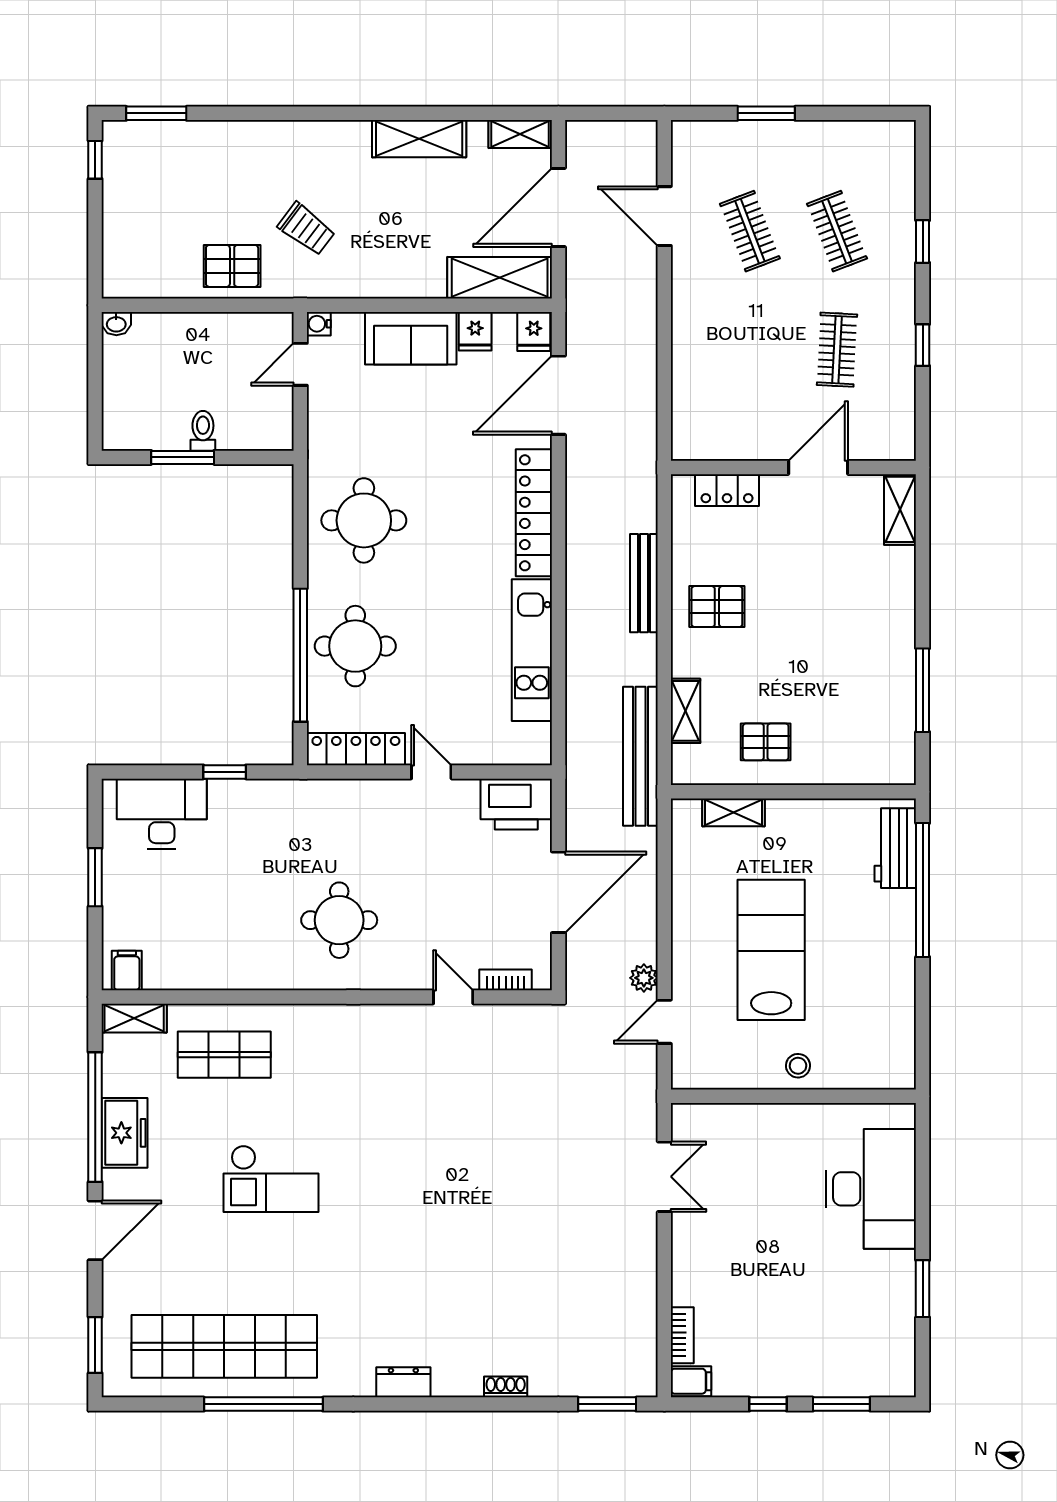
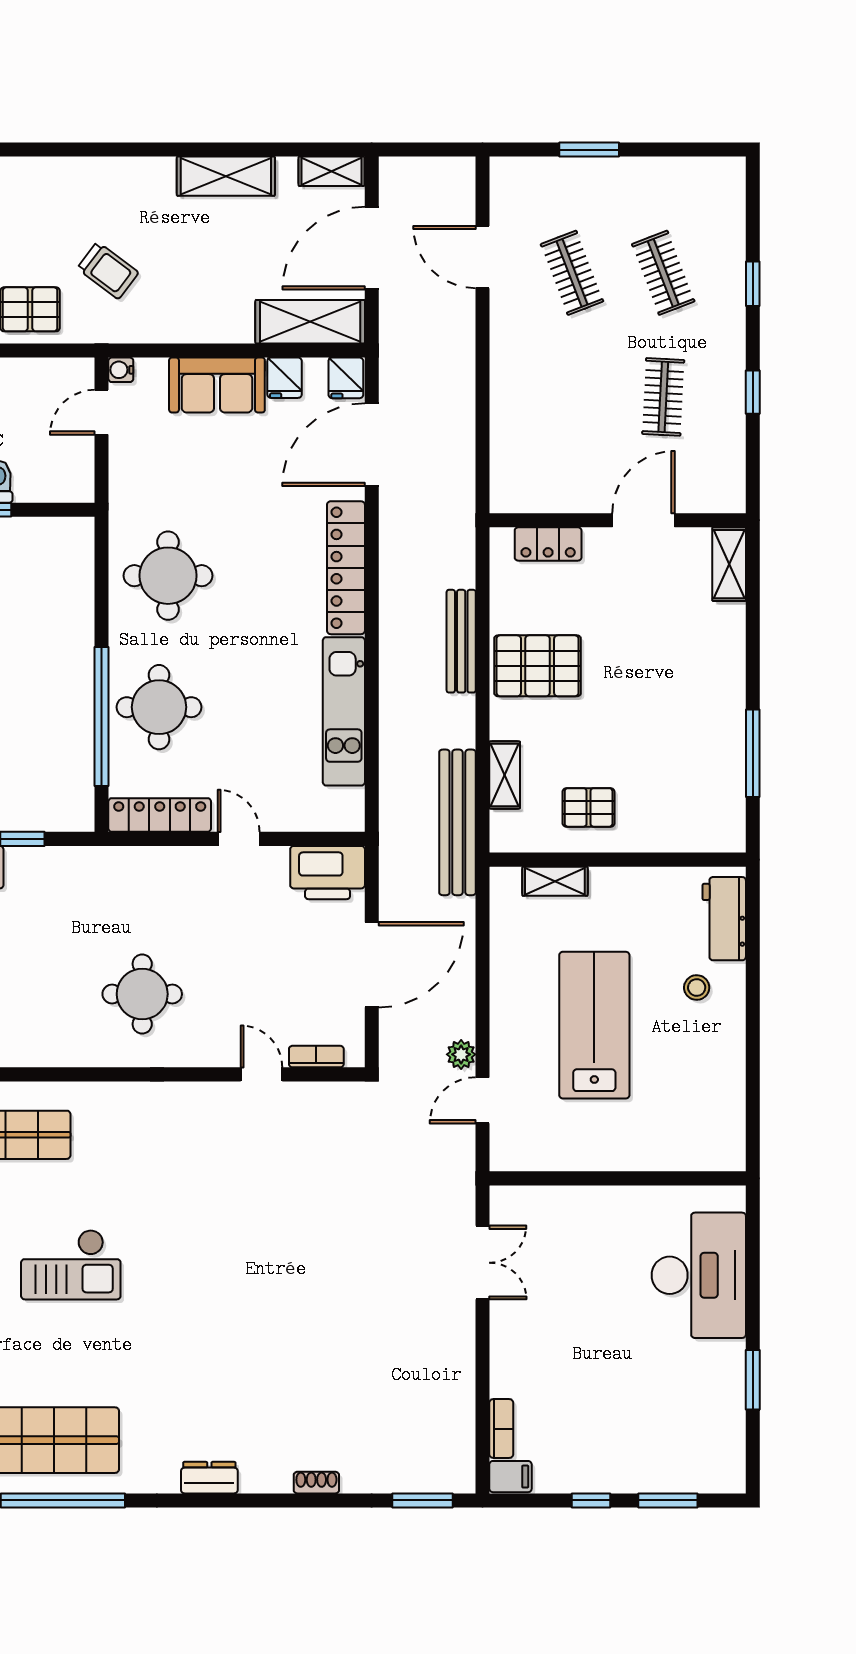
pallet: (717, 607) -> (538, 666), width x1.50, depth x1.42
window: (923, 890) -> (753, 962), removed
stool: (798, 1066) -> (697, 988), moved

